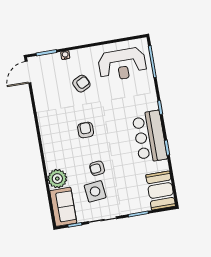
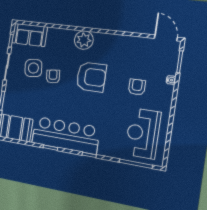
armchair: (81, 84) -> (137, 87), turned -153
armchair: (86, 130) -> (91, 77), width x1.88, depth x1.88
bar counter: (150, 137) -> (65, 135), width x1.36
plant: (57, 179) -> (84, 40), moved

